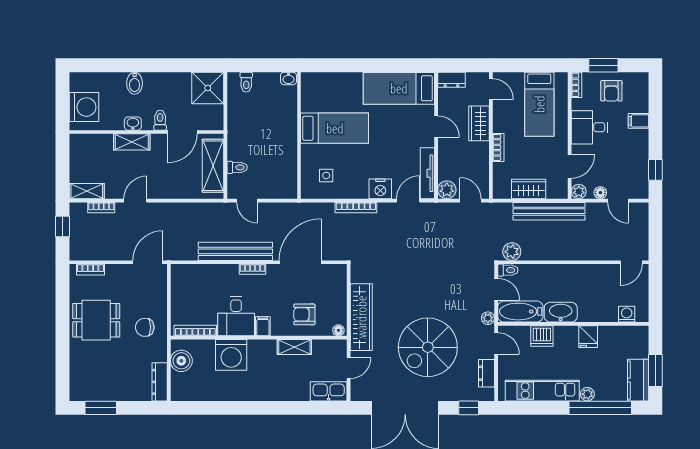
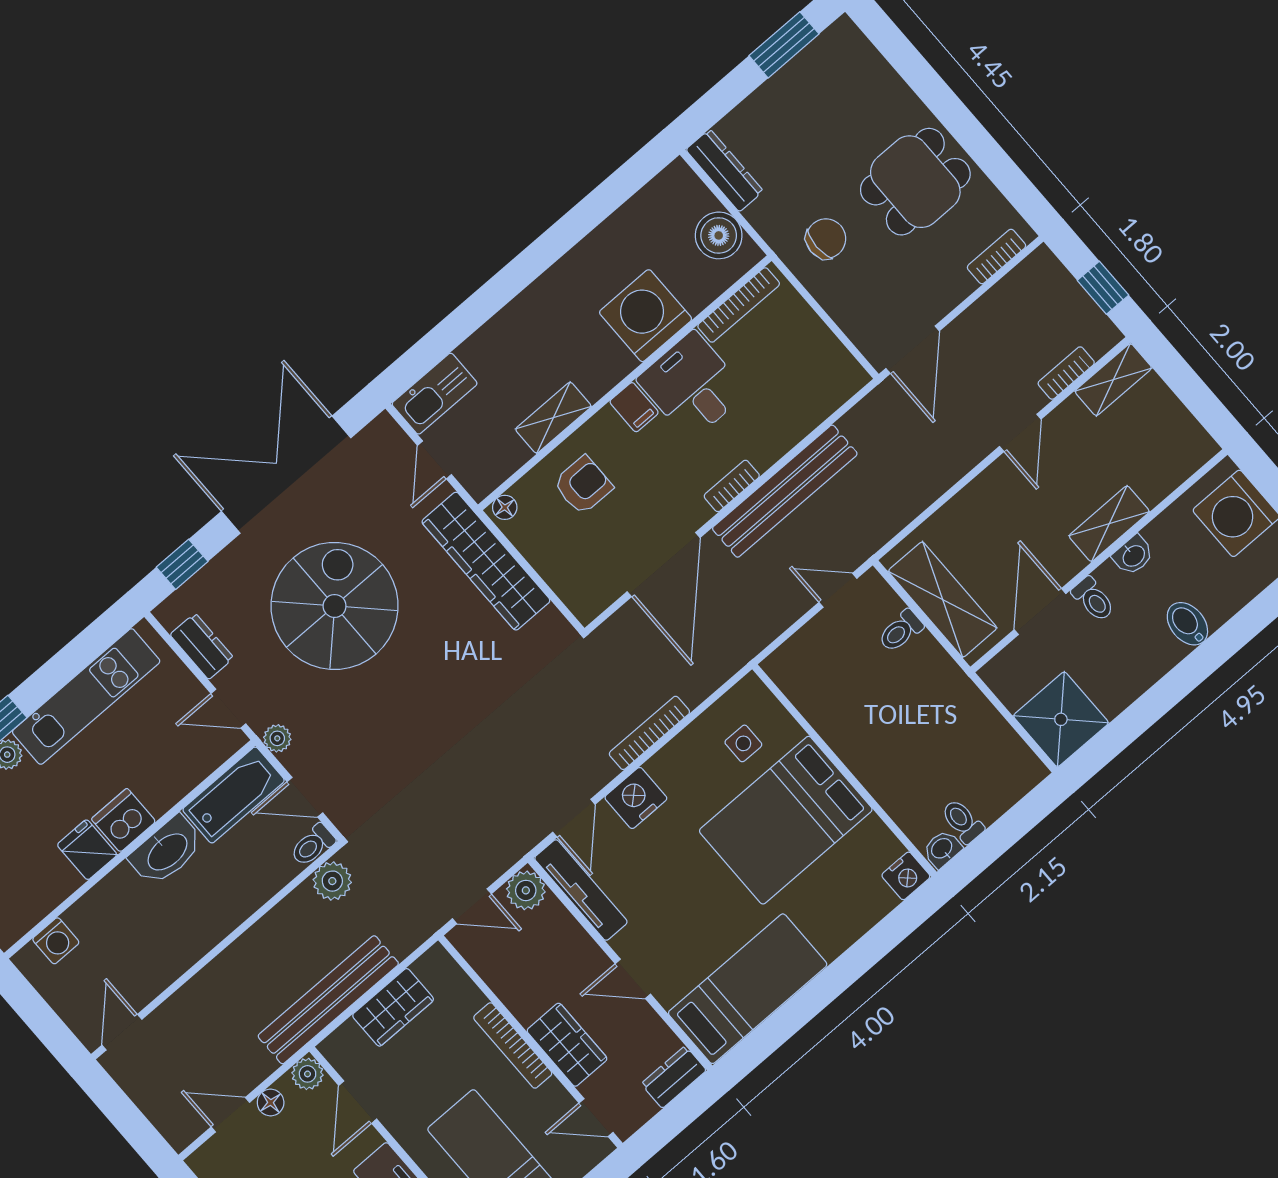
nightstand: (309, 80) -> (906, 876), added
toilet: (246, 82) -> (962, 821), moved
bed: (335, 128) -> (786, 820), width x1.50
bookcase: (498, 147) -> (513, 1045), width x1.56
dishwasher: (542, 336) -> (124, 820), moved

